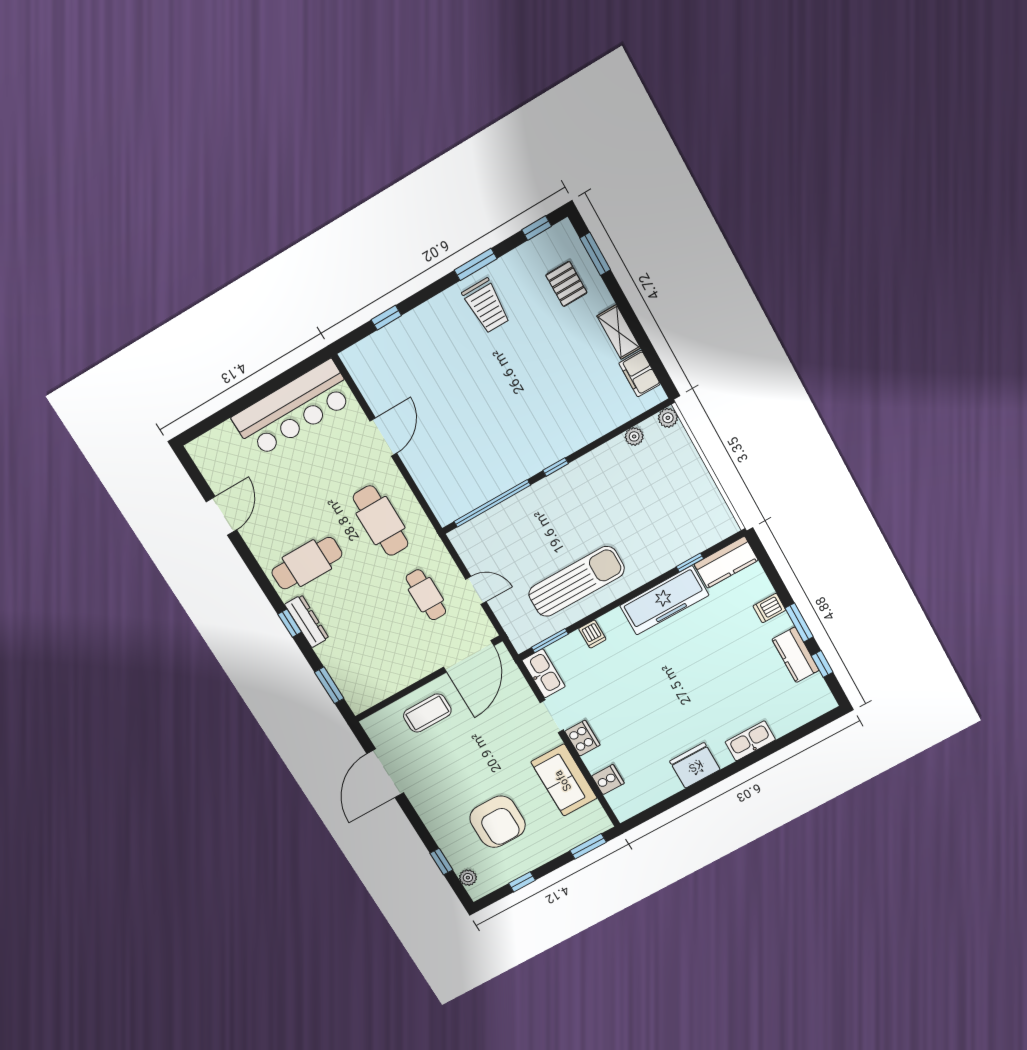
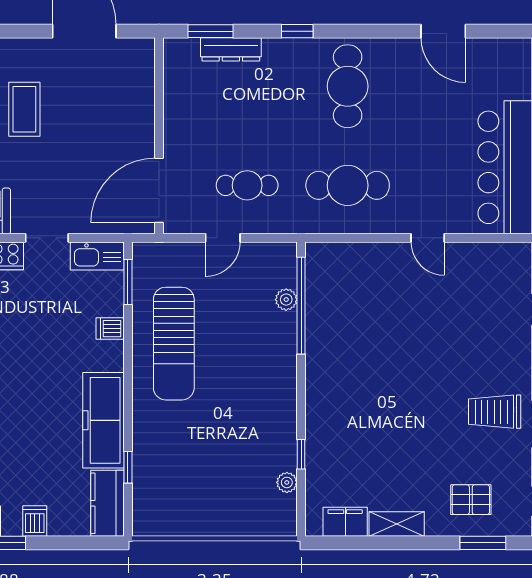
plant: (668, 418) -> (286, 300), moved
door: (383, 437) -> (428, 238), width x0.73
window: (556, 467) -> (301, 454), moved
dresser: (307, 621) -> (231, 49), moved
door: (469, 656) -> (159, 190), hinge flipped
coffee table: (427, 713) -> (24, 109), moved

